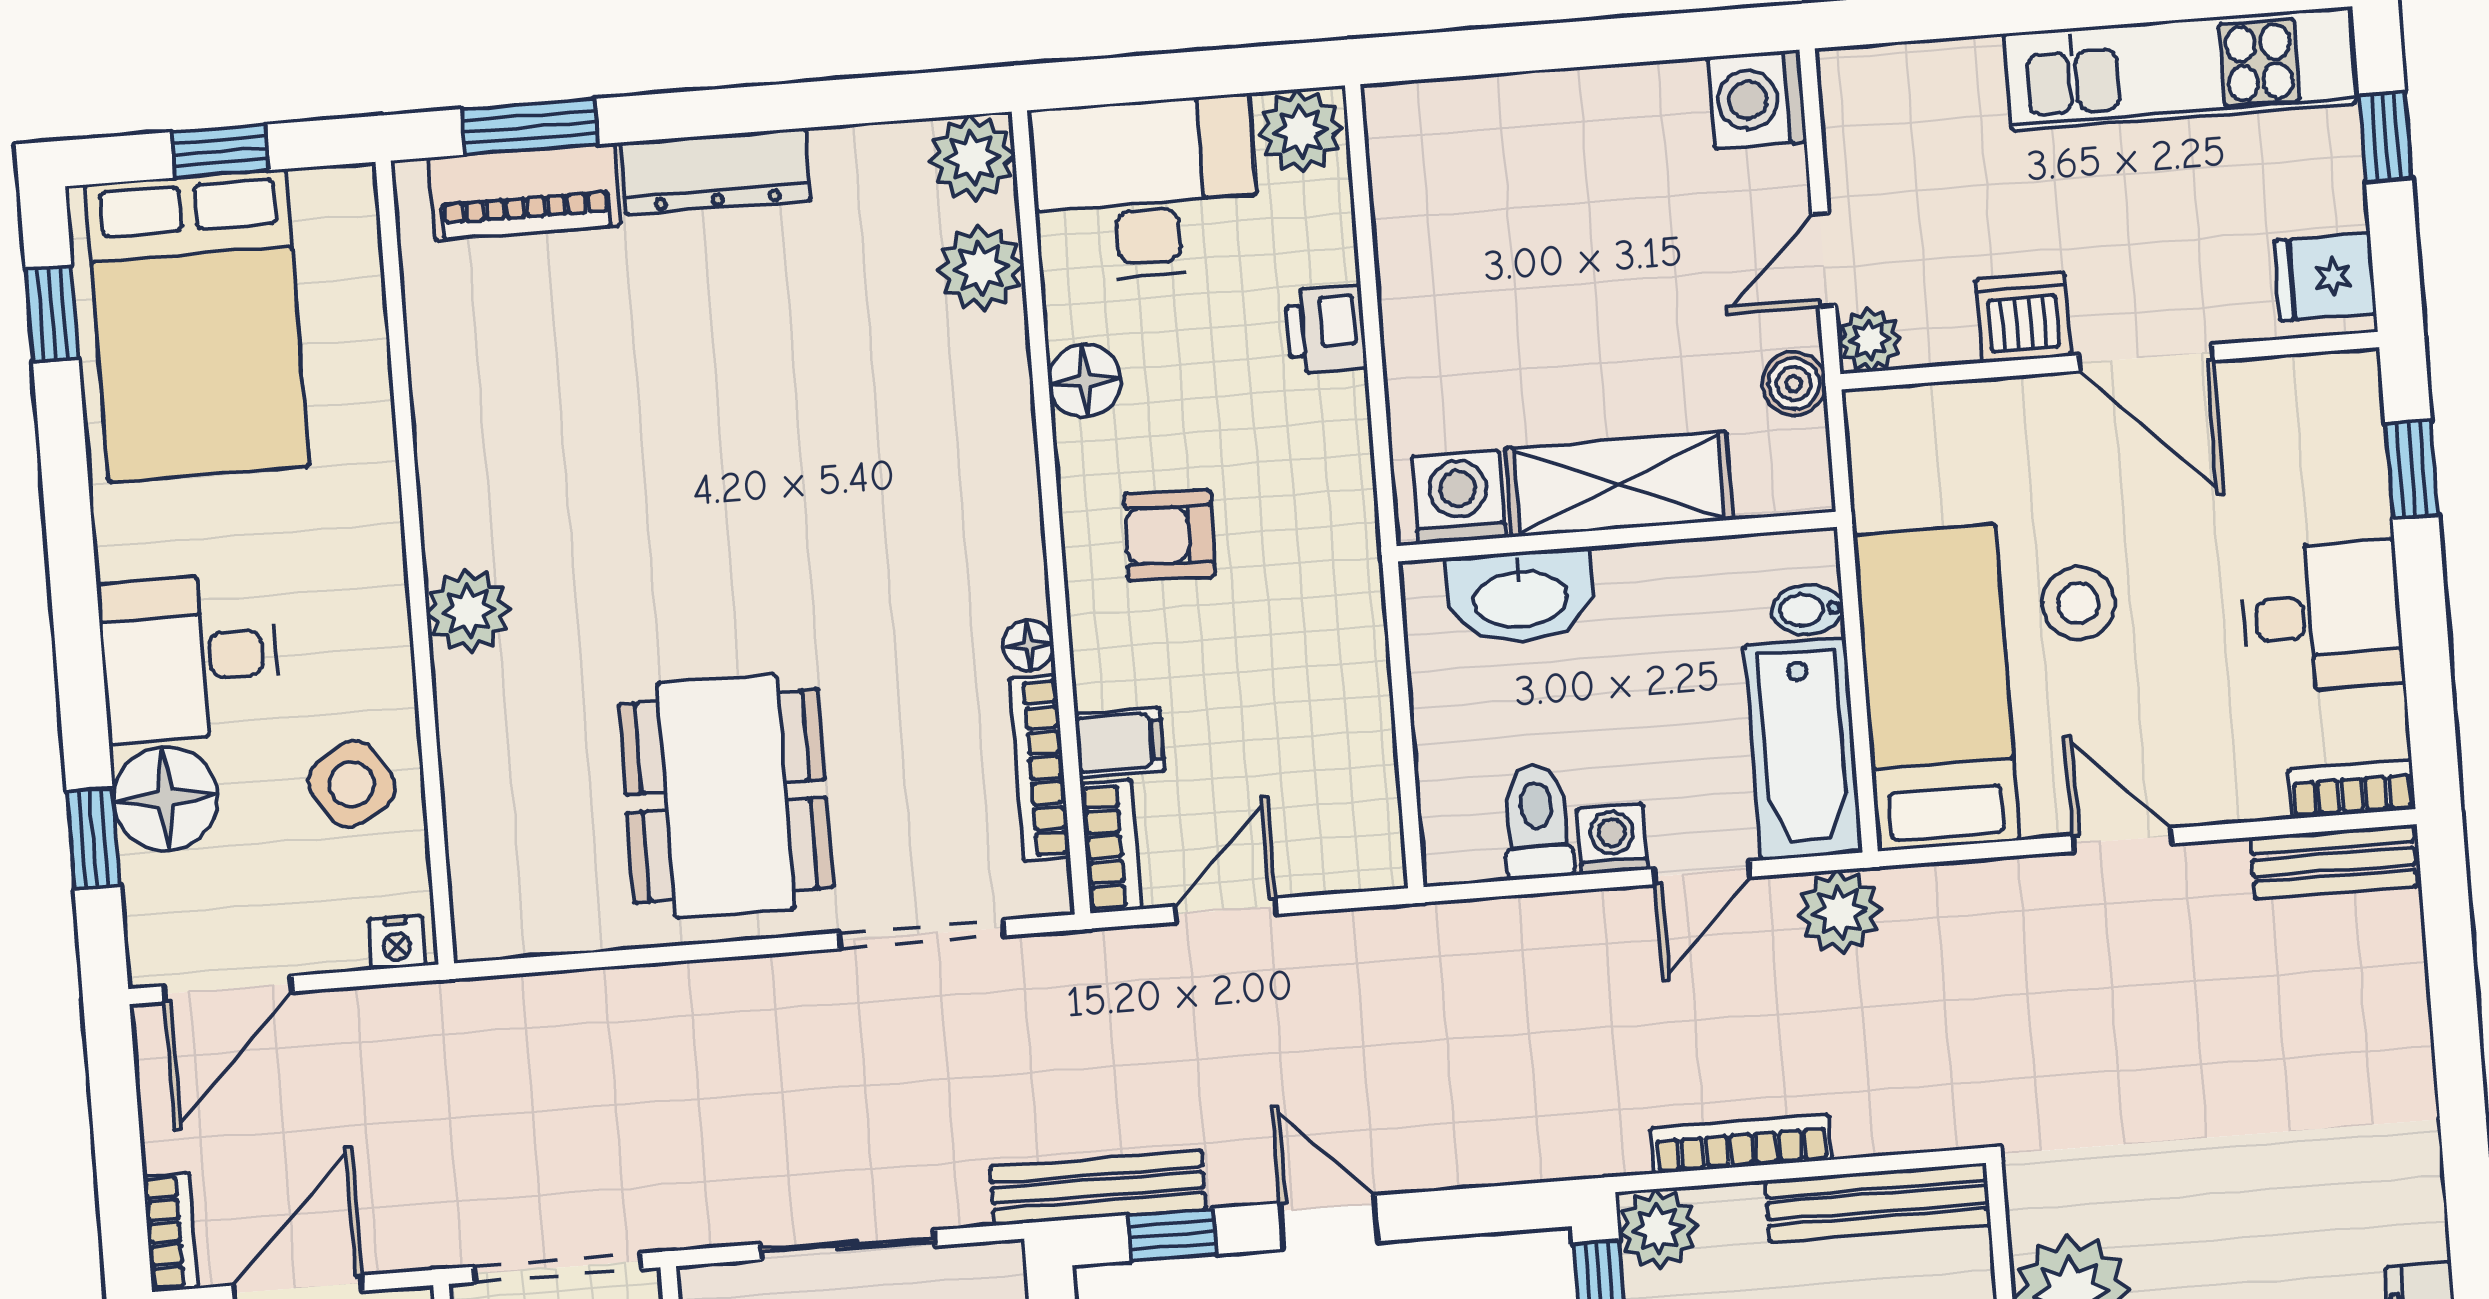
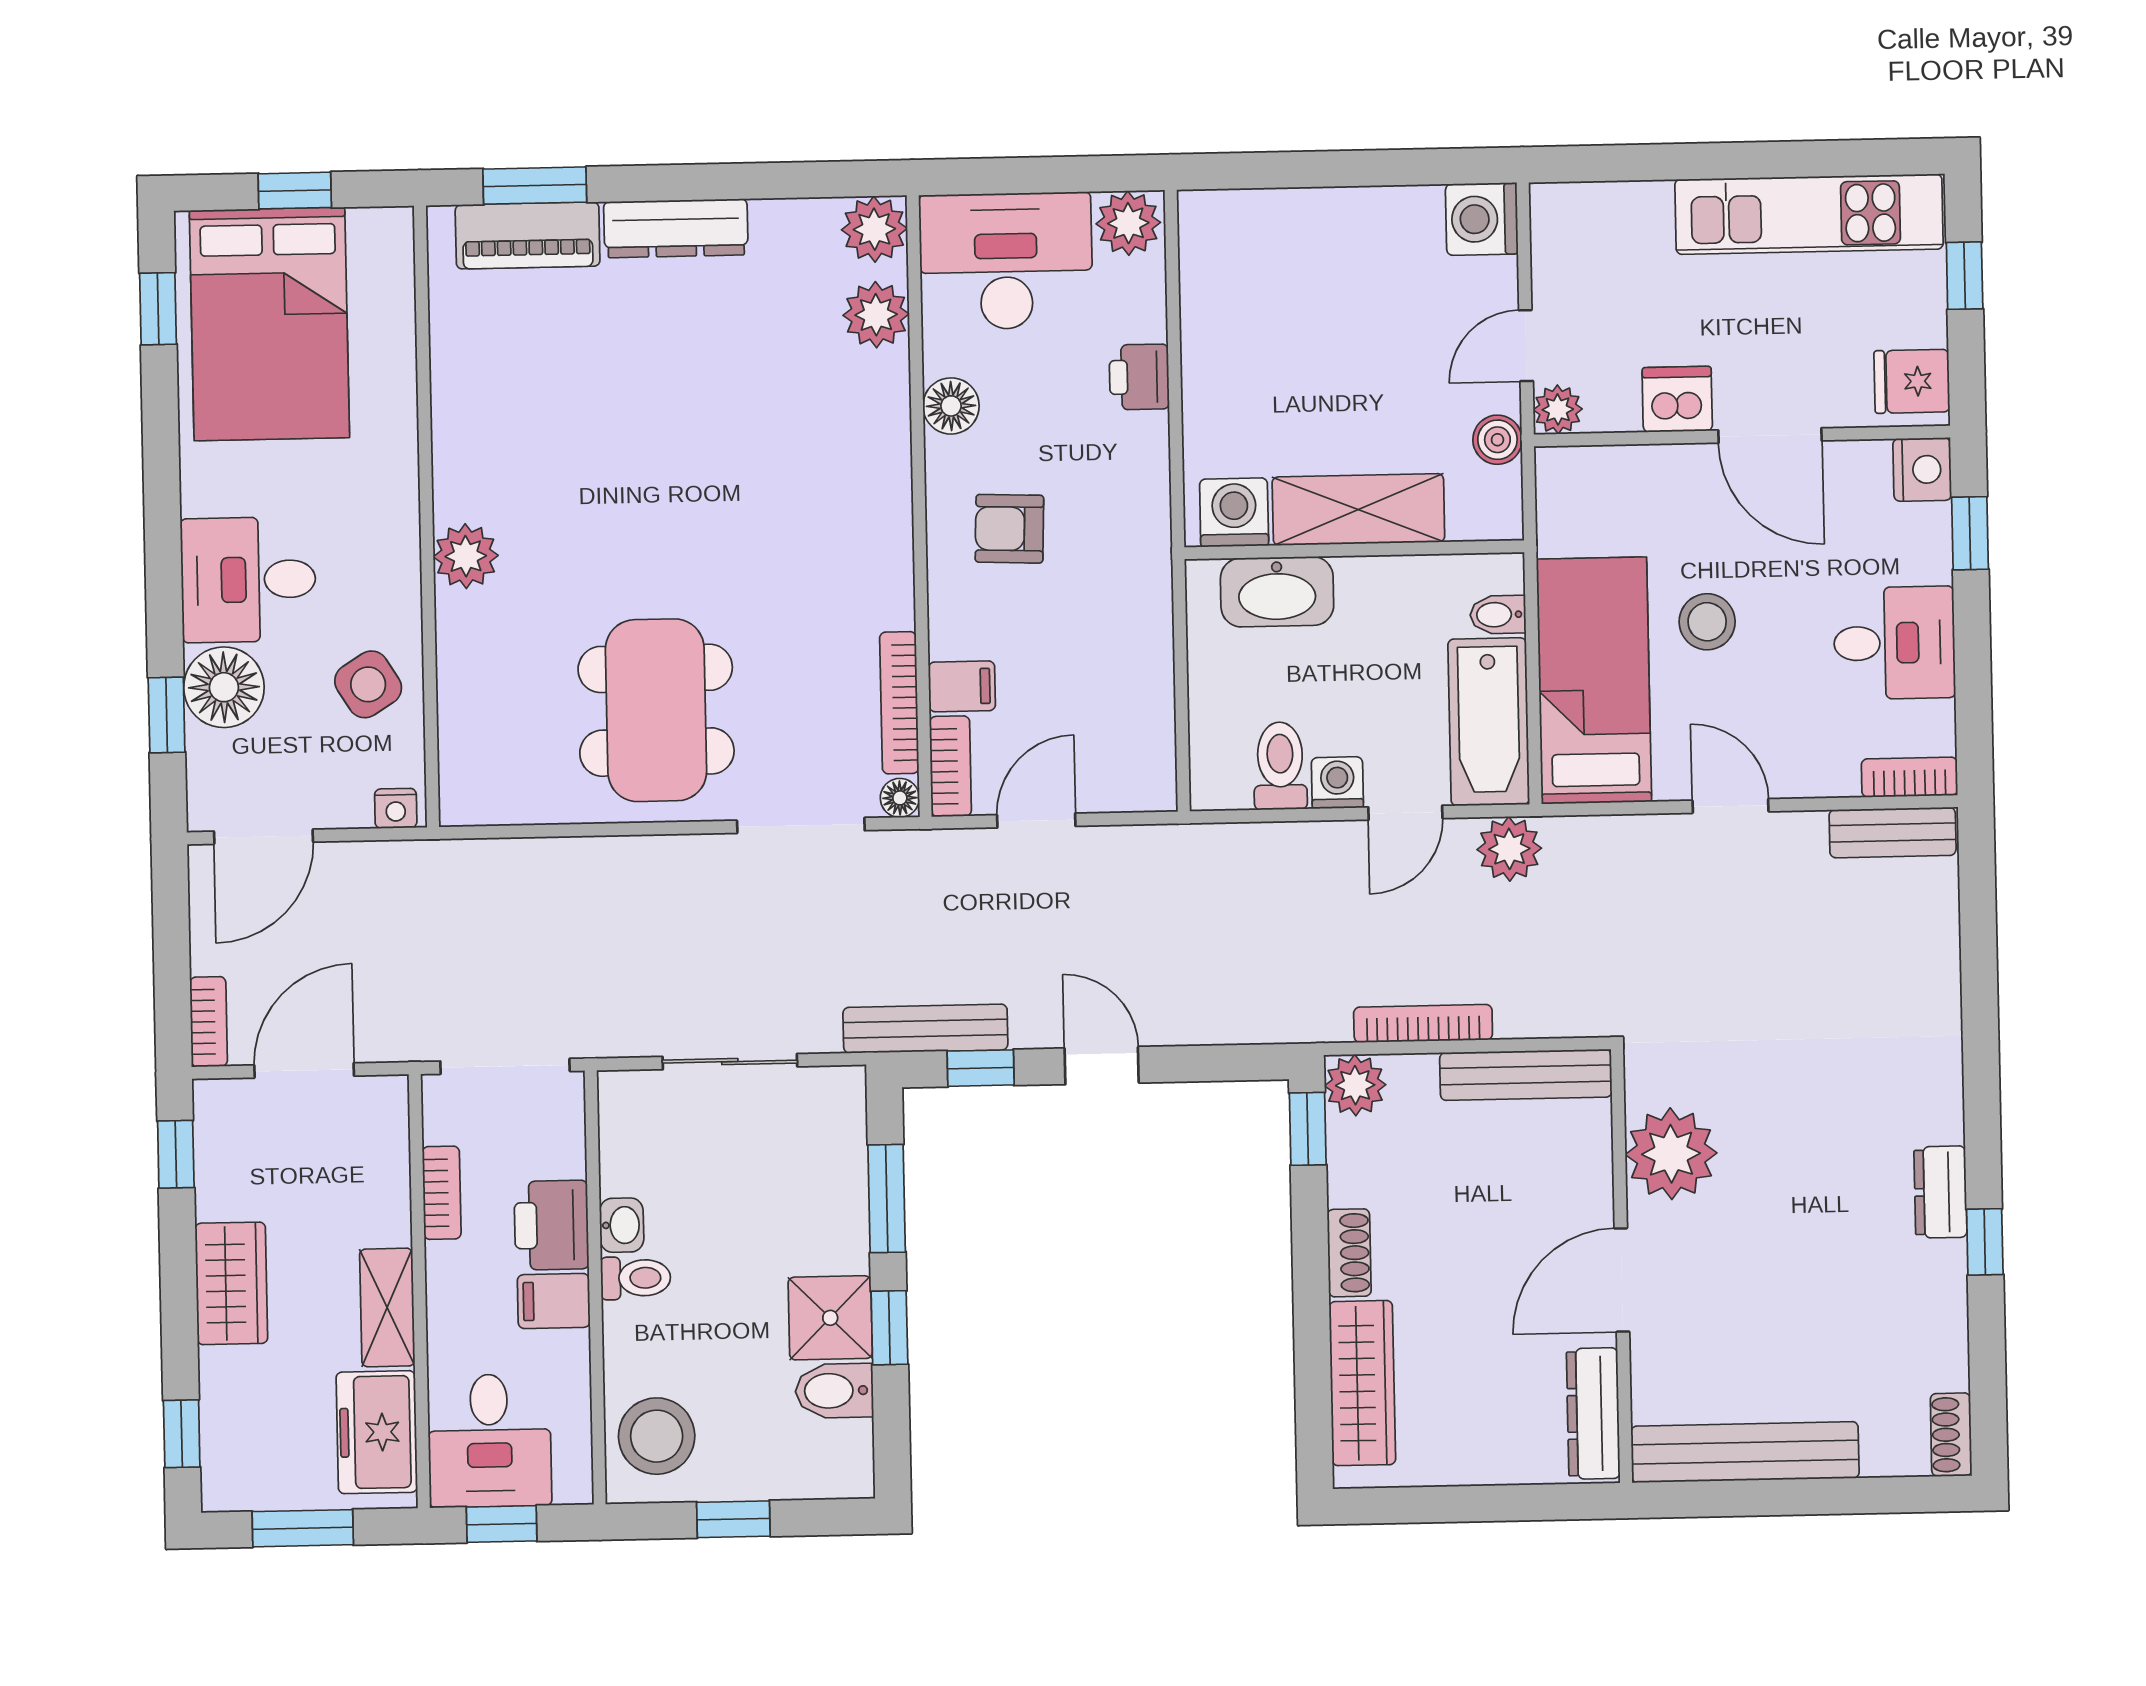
nightstand: (2345, 390) -> (1922, 469), added
floor lamp: (1028, 645) -> (900, 798), moved

